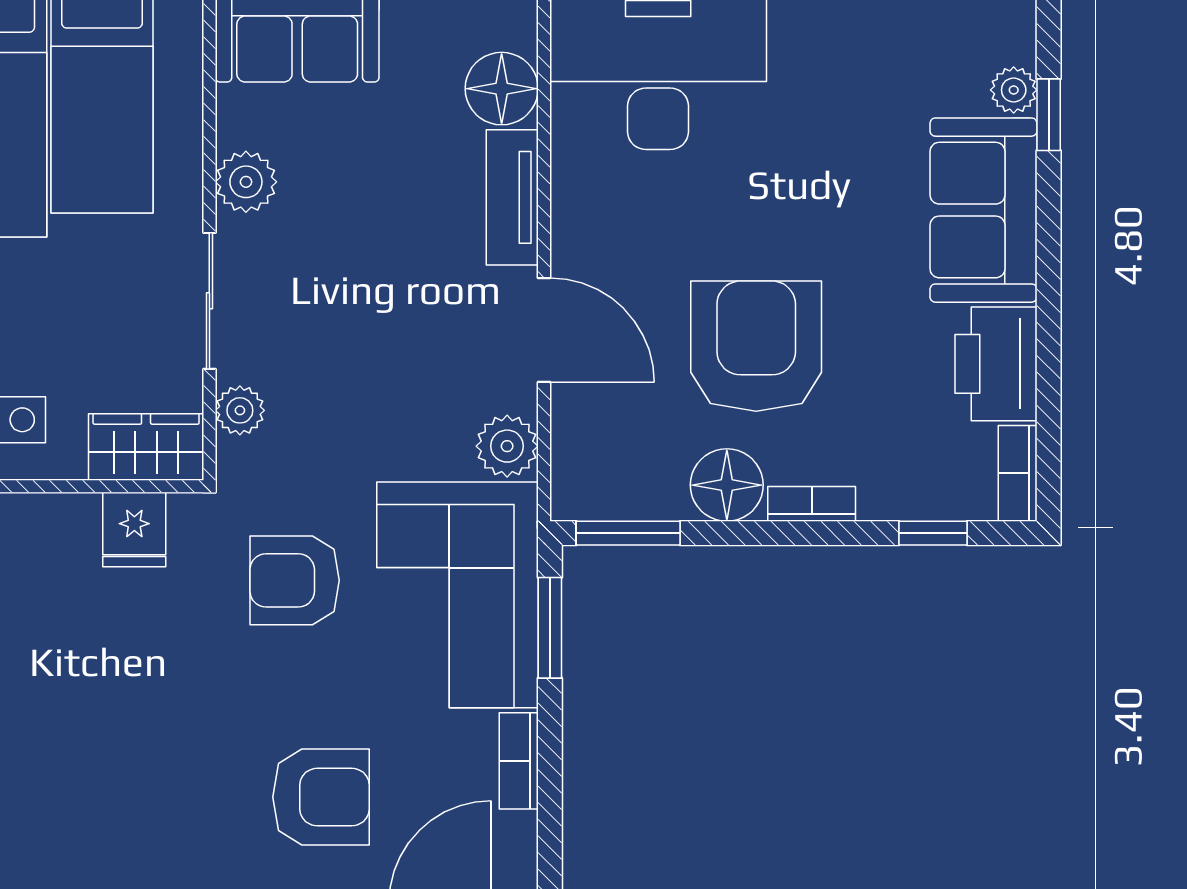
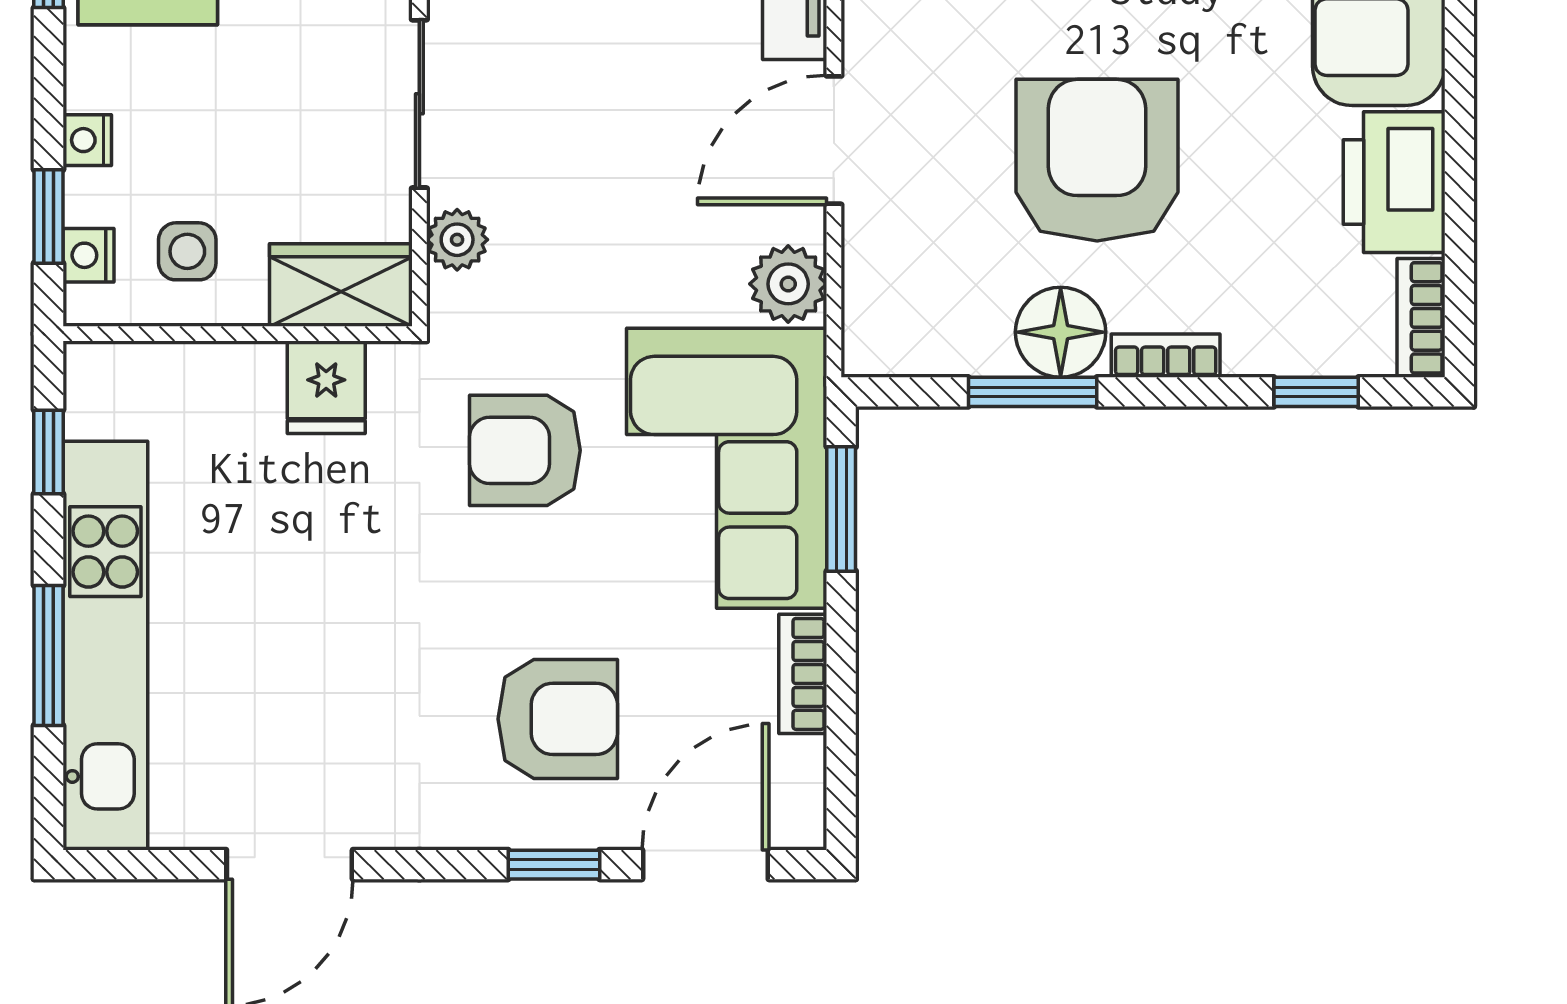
door: (544, 330) -> (834, 140), swing flipped
window: (628, 533) -> (1033, 392), moved

